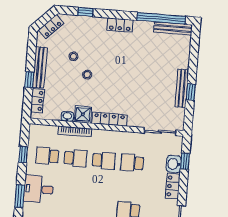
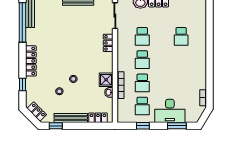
locker: (120, 25) -> (31, 61), width x1.53
window: (29, 80) -> (56, 126), moved
locker: (109, 119) -> (108, 43), moved, width x0.66
school desk: (76, 158) -> (142, 83), turned 180
school desk: (104, 161) -> (142, 60), turned 180
desk: (39, 189) -> (170, 111), width x1.37

